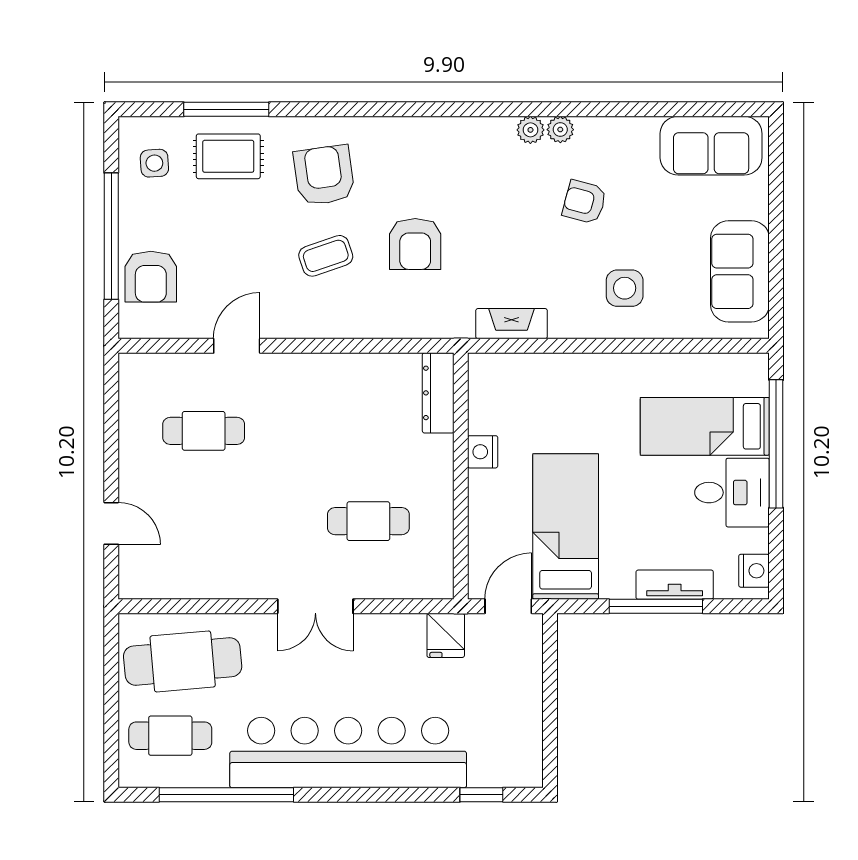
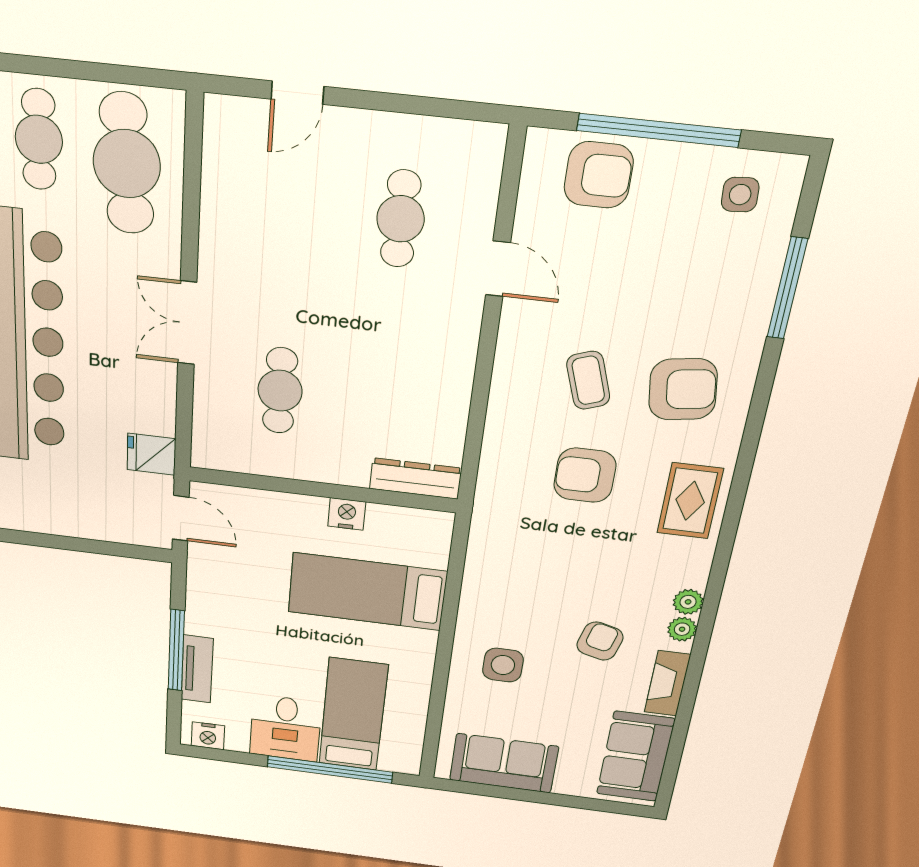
rug: (228, 156) -> (690, 501), moved
armchair: (151, 277) -> (599, 175), turned 180
fireplace: (512, 324) -> (667, 683), moved, turned 180
bed: (566, 527) -> (367, 592), moved, turned 180

